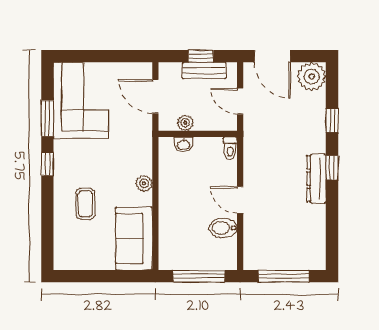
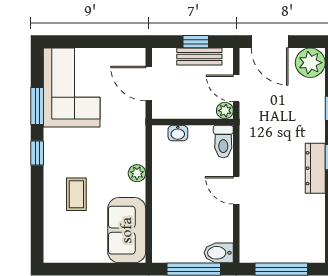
plant: (185, 123) -> (225, 111), moved
toilet: (230, 148) -> (223, 142), width x1.37, depth x1.39
bidet: (223, 228) -> (219, 253), moved

